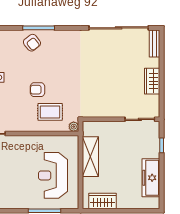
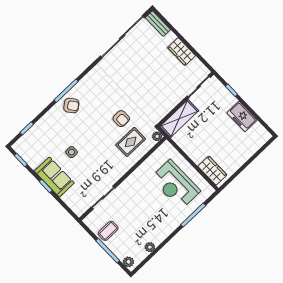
armchair: (37, 90) -> (121, 119), moved, turned -90
shelving: (90, 157) -> (179, 119), moved, turned 90
freezer: (151, 178) -> (242, 116), width x0.71
wardrobe: (102, 201) -> (212, 171), moved, turned 90

